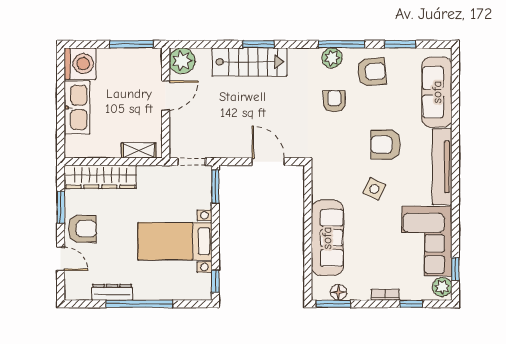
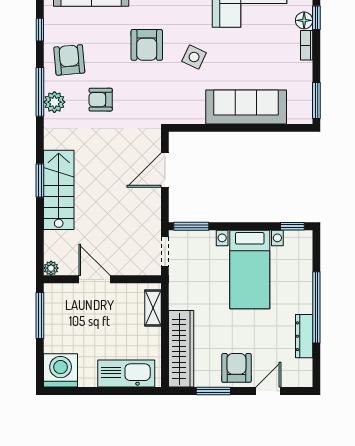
window: (400, 44) -> (40, 30), width x0.67
plant: (182, 61) -> (51, 268), width x0.53, depth x0.53
kitchen sink: (77, 107) -> (126, 374), moved
floor lamp: (339, 292) -> (304, 20), moved

